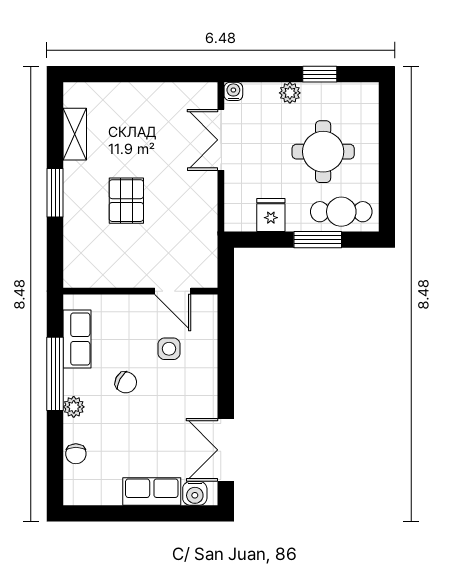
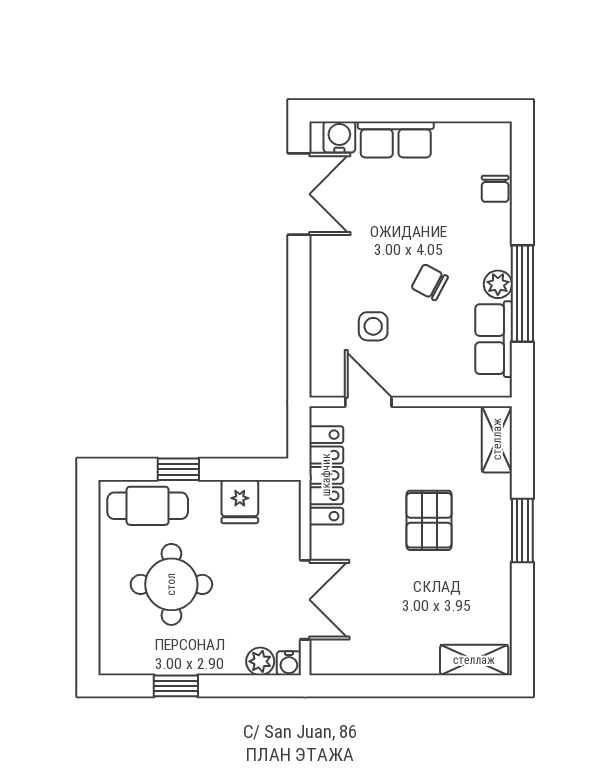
plant: (290, 93) -> (260, 661), moved
shelving: (75, 134) -> (474, 660), moved, turned 90
locker: (205, 235) -> (326, 475), added
window: (318, 240) -> (178, 469), width x0.67
shelving: (75, 262) -> (497, 439), added
plant: (74, 407) -> (498, 284), moved
chair: (76, 454) -> (495, 189), turned 180

